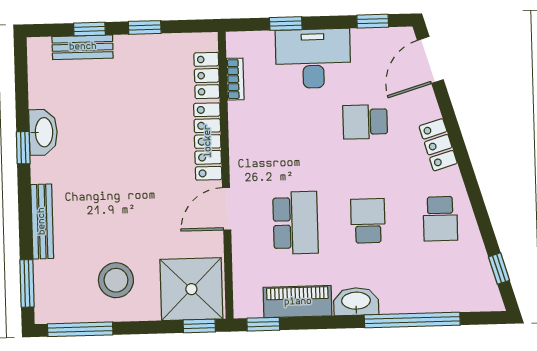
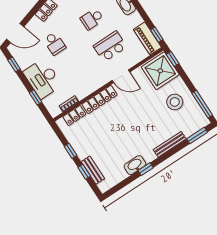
piano: (298, 302) -> (147, 38), moved

